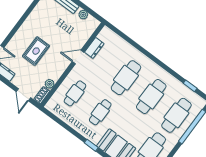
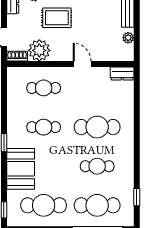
dresser: (94, 48) -> (122, 73), moved
plant: (50, 84) -> (39, 50), width x1.87, depth x1.87
cafe table: (151, 96) -> (97, 166), width x0.73, depth x0.74

